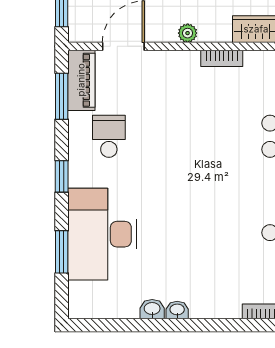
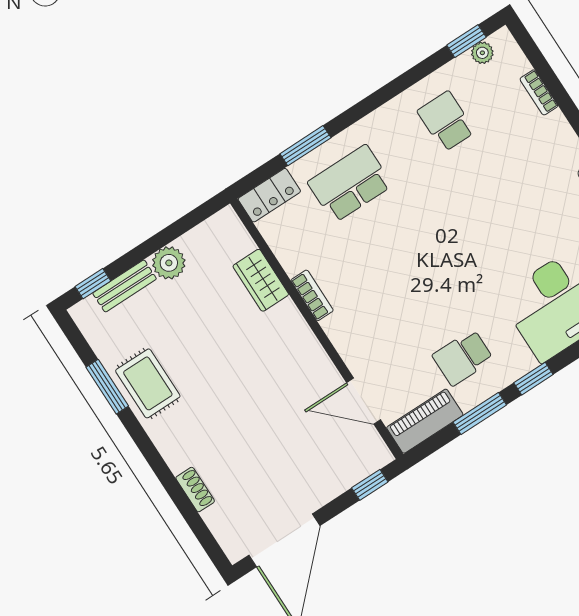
plant: (188, 33) -> (309, 346), removed
window: (62, 96) -> (480, 413), moved

